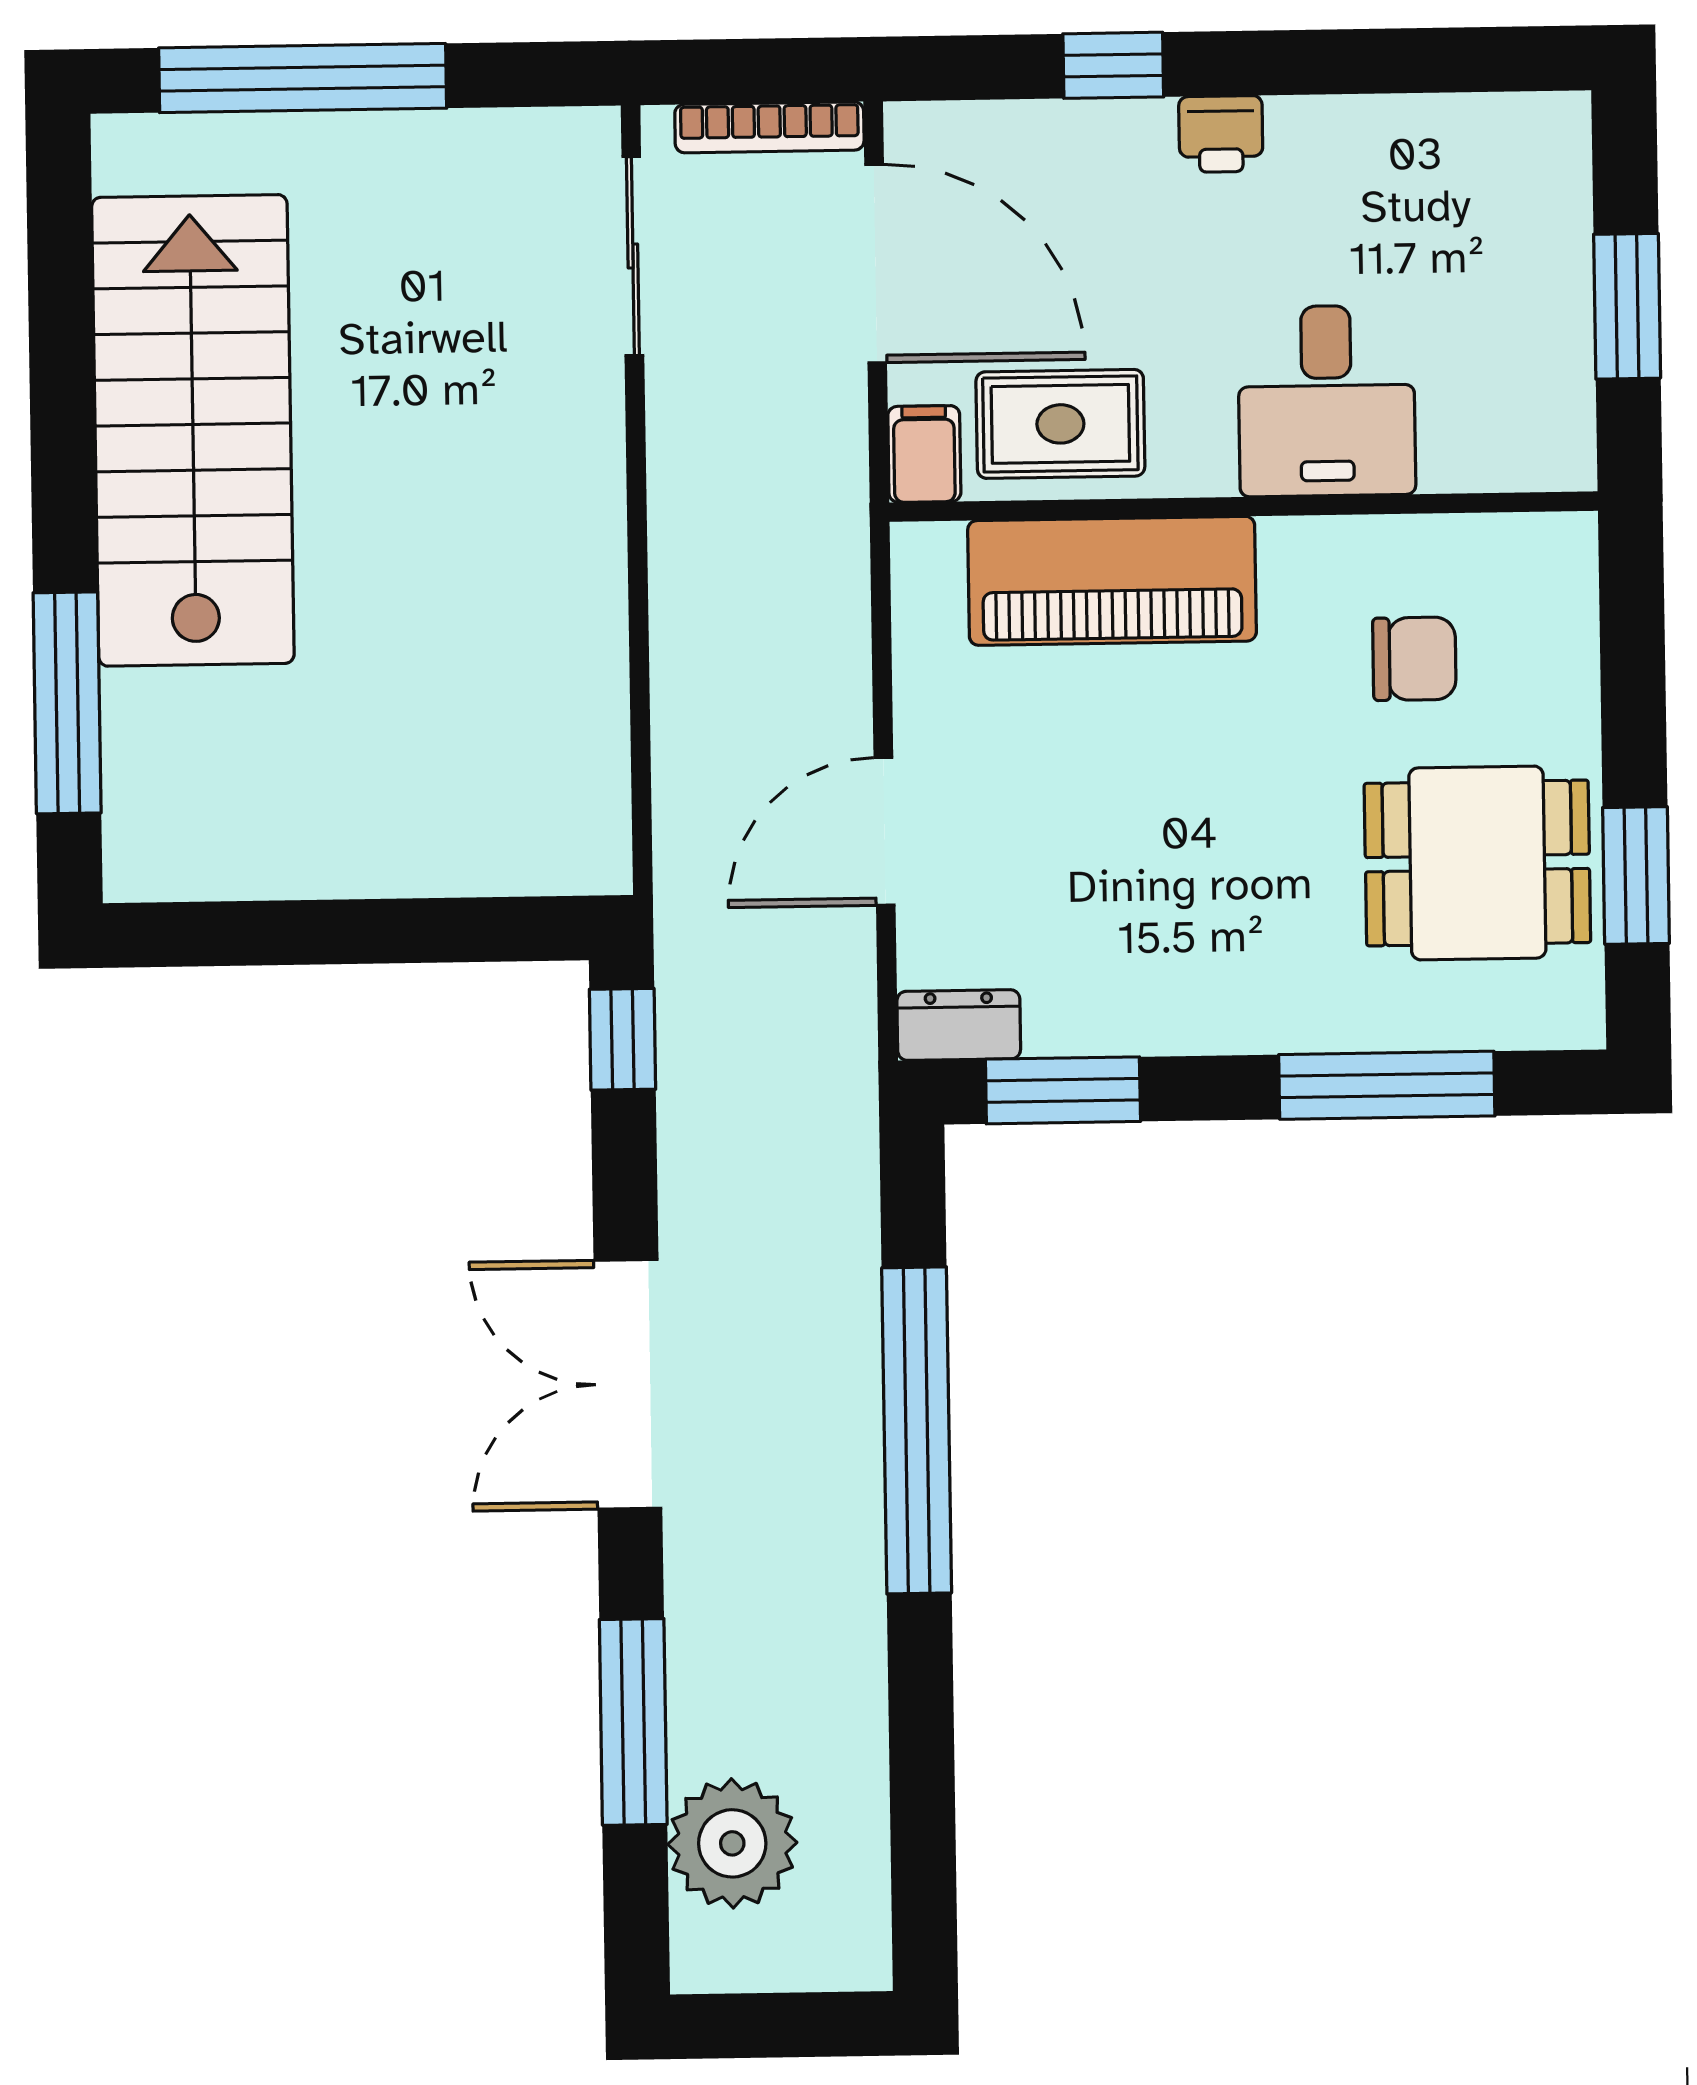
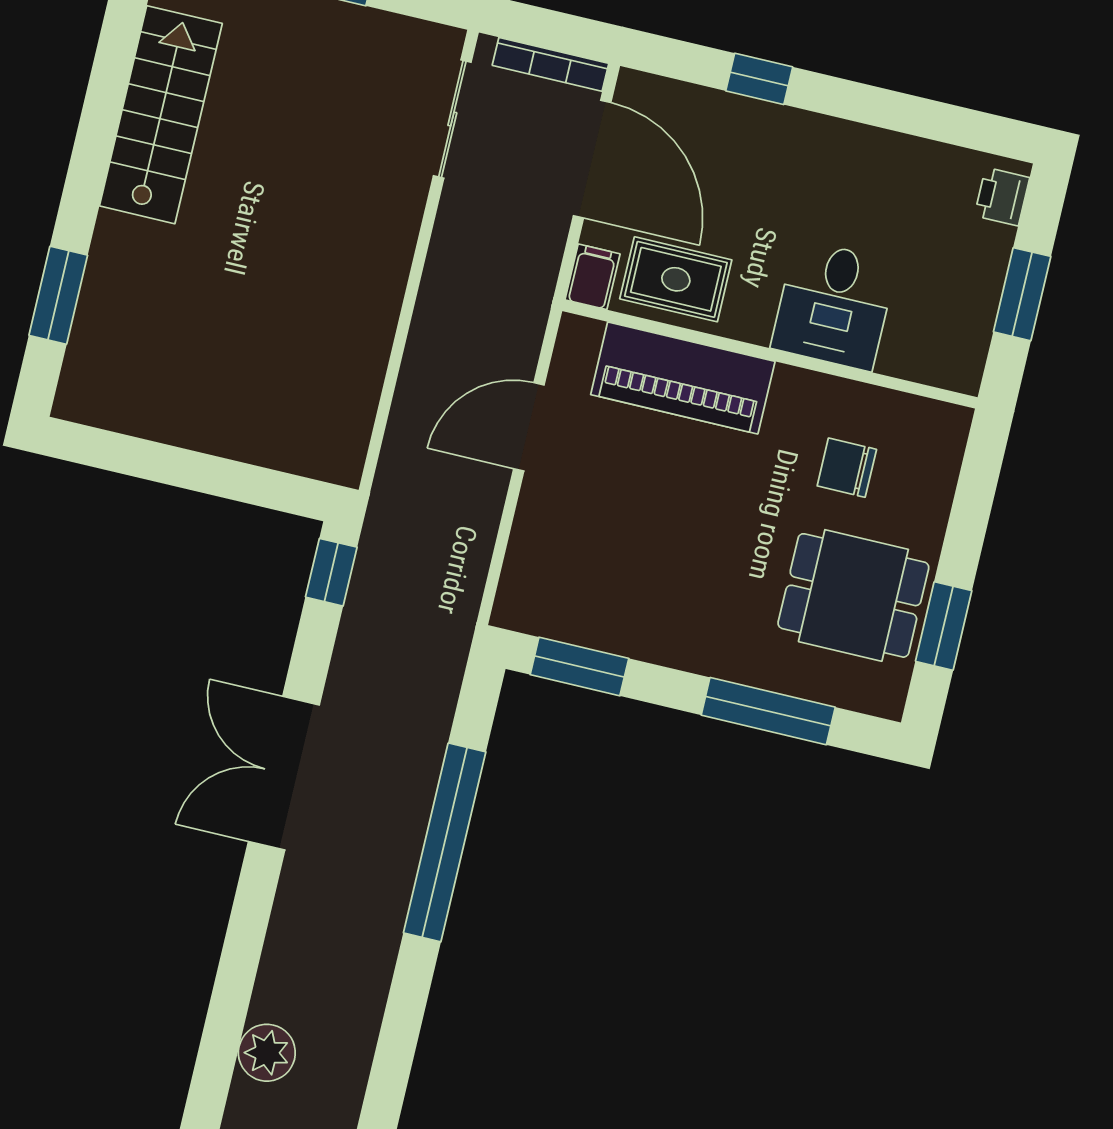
printer: (1221, 134) -> (1002, 197), moved, turned 90
stairs: (193, 430) -> (161, 115), width x0.73, depth x0.66
chair: (1414, 659) -> (847, 468), turned 180
window: (67, 703) -> (58, 295), width x0.69
door: (885, 831) -> (529, 427), moved
dresser: (959, 1025) -> (529, 613), removed
window: (633, 1722) -> (237, 970), removed
plant: (732, 1843) -> (267, 1053), width x0.73, depth x0.73

